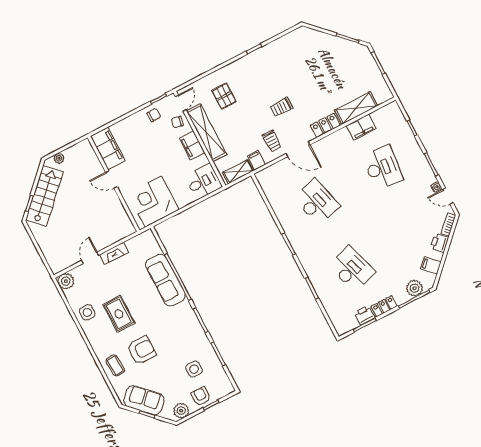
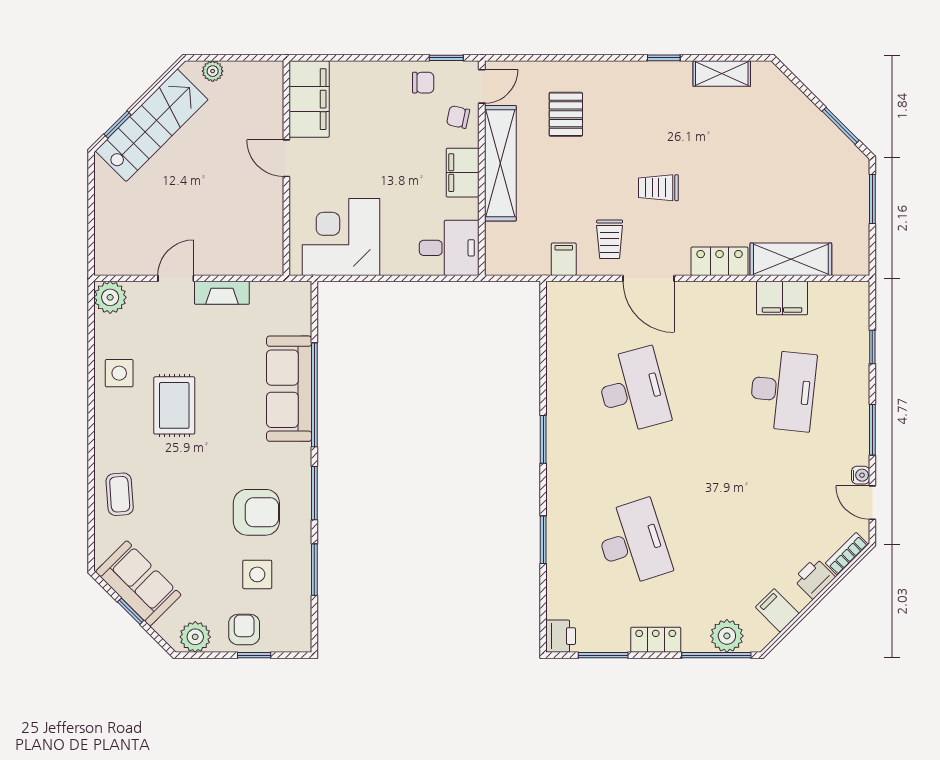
shelving: (238, 172) -> (722, 74), moved
printer: (365, 315) -> (561, 636), moved, turned 90
armchair: (142, 350) -> (256, 512), moved

